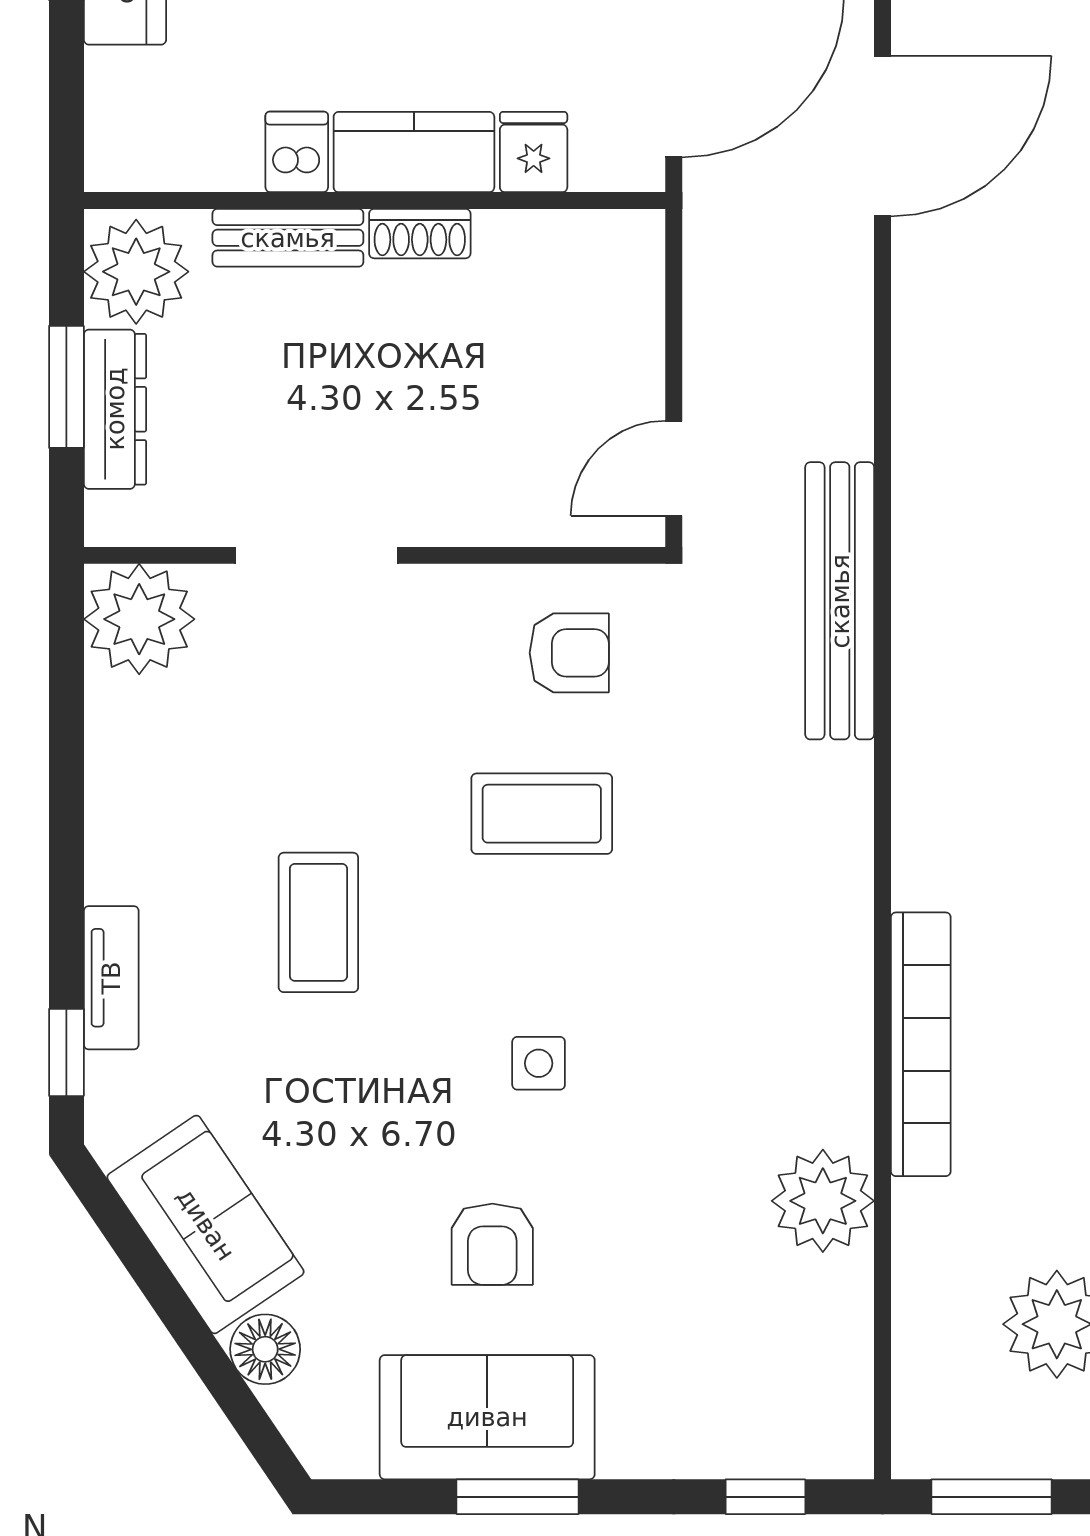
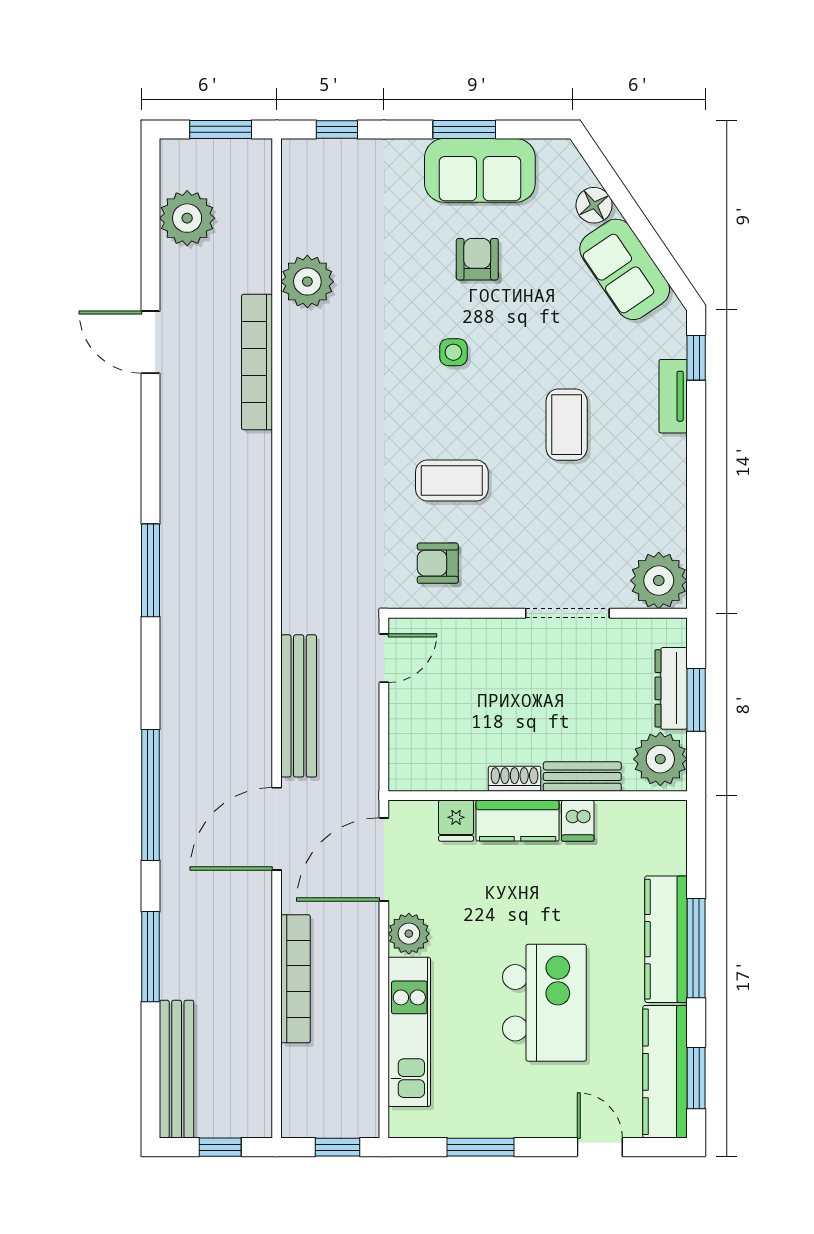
bench: (840, 601) -> (299, 706), moved

